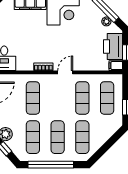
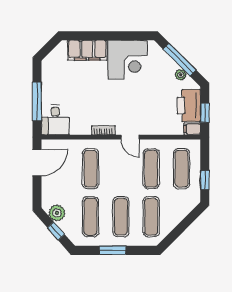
door: (65, 72) -> (130, 137), swing flipped
window: (51, 165) -> (113, 250), width x0.47

